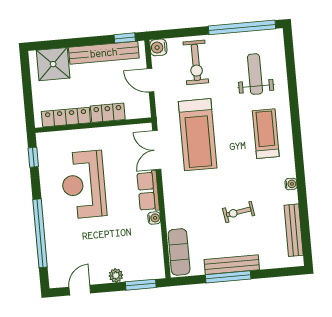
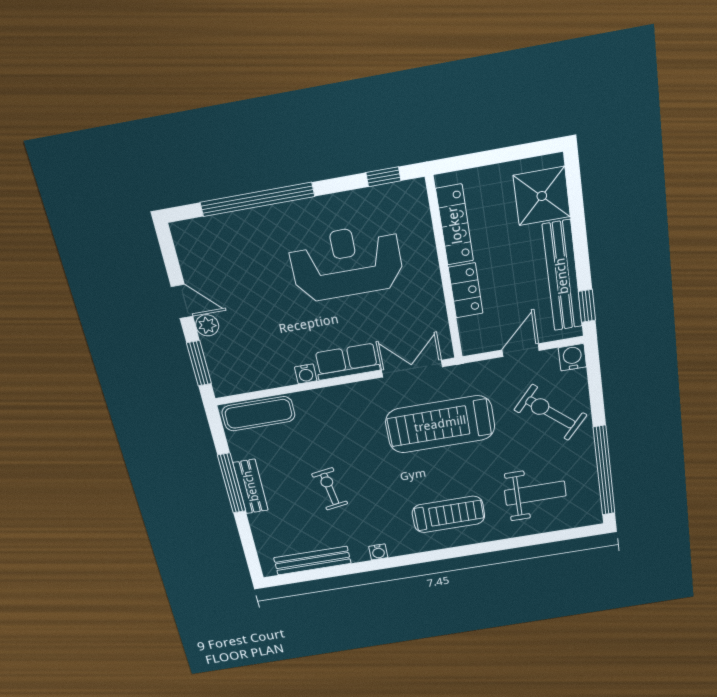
exercise bike: (196, 62) -> (550, 412), turned 41
bench: (232, 265) -> (251, 486), width x0.73
door: (80, 290) -> (182, 301), moved

